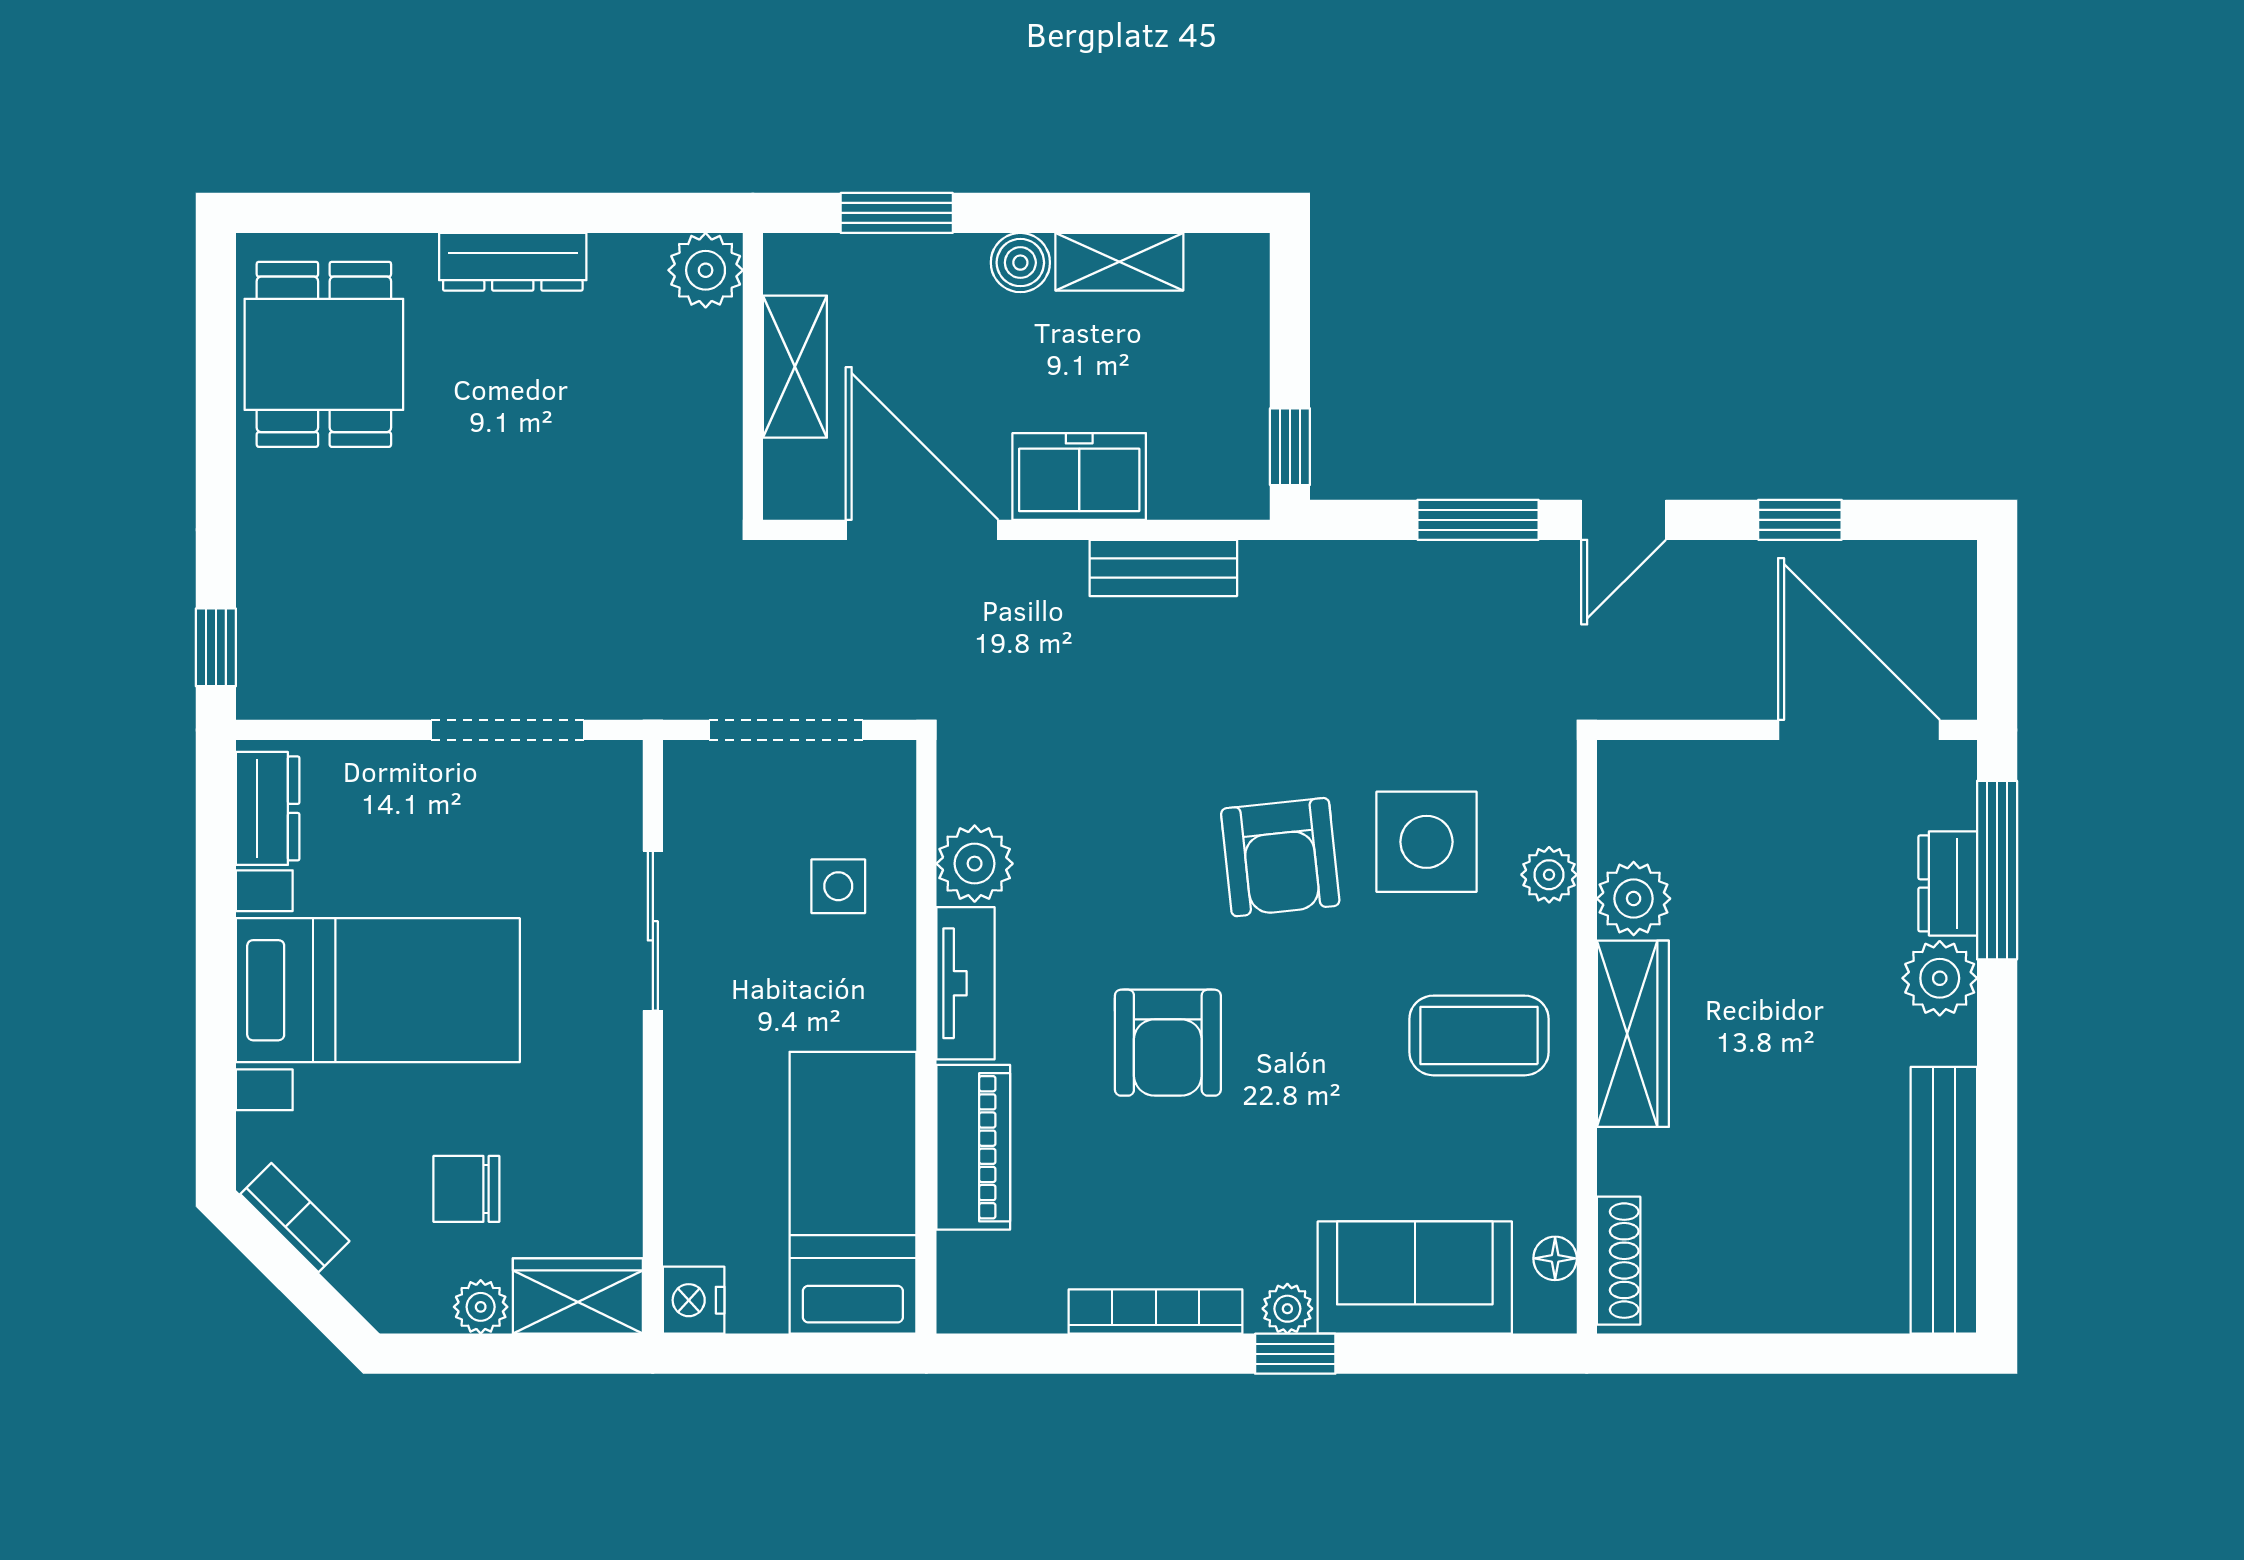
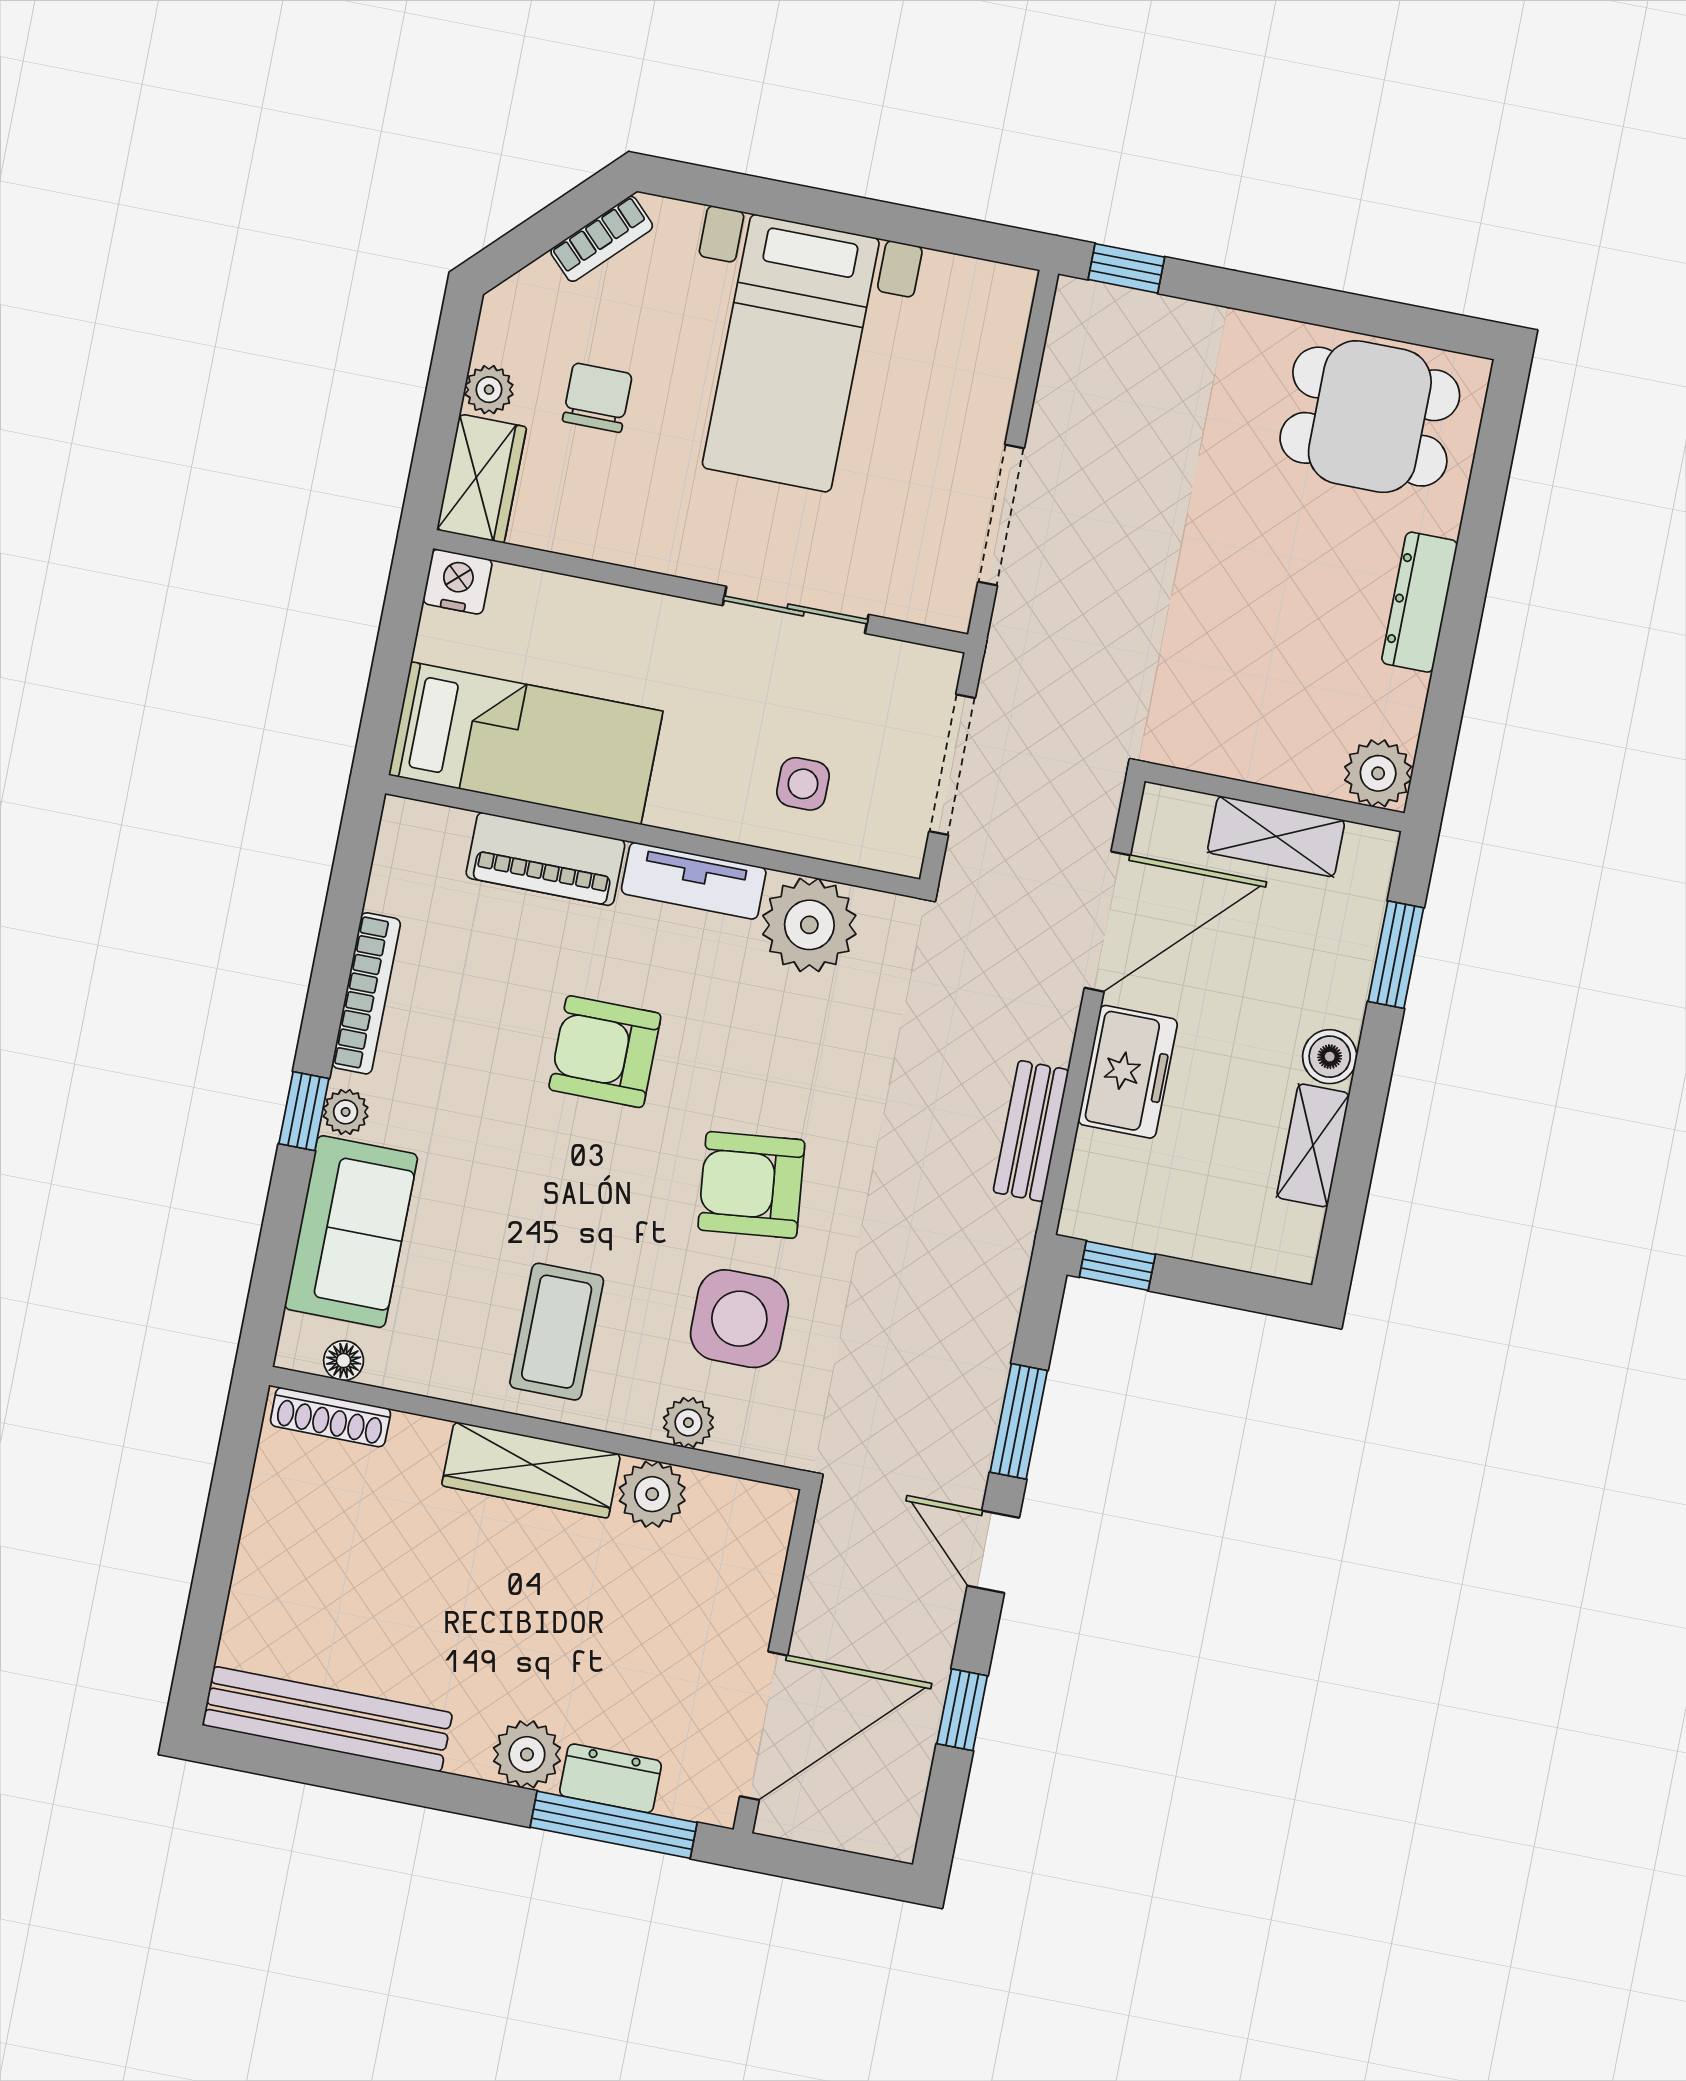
dresser: (268, 808) -> (973, 286), removed
plant: (975, 864) -> (809, 925), width x1.36, depth x1.36

